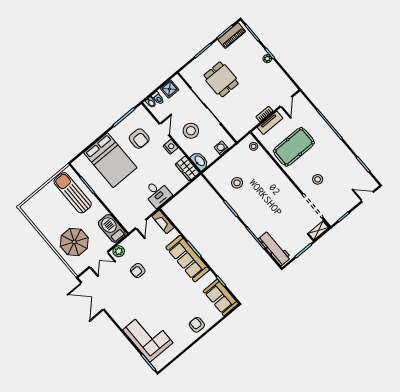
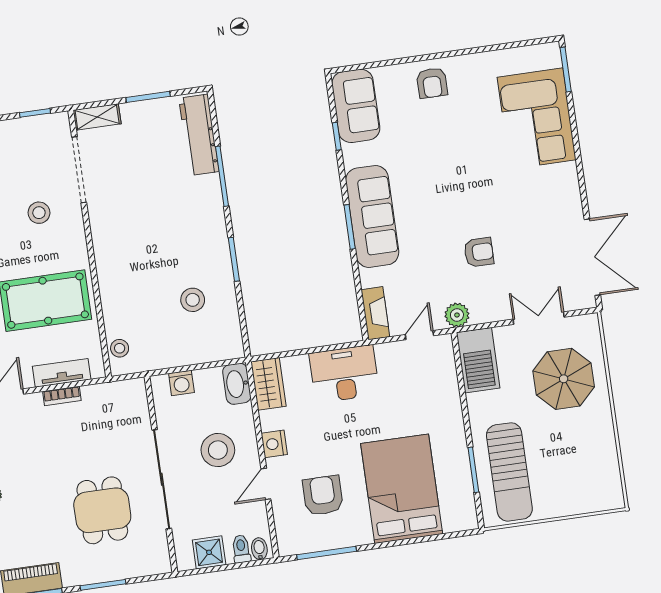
desk: (157, 193) -> (344, 374), width x1.37
plant: (119, 251) -> (457, 315), moved

